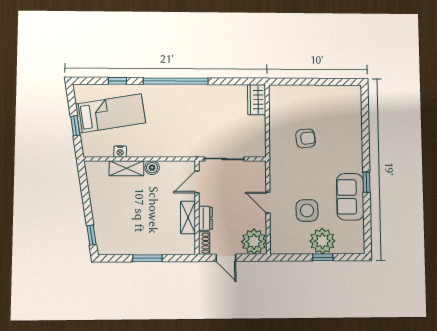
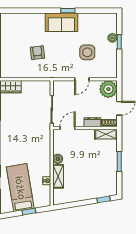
door: (197, 182) -> (67, 128), swing flipped
sofa: (350, 197) -> (61, 22), moved
shelving: (188, 218) -> (106, 134), moved
plant: (322, 241) -> (112, 38), width x0.53, depth x0.53

